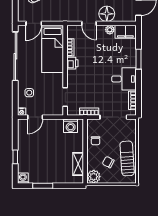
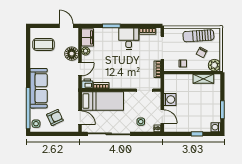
printer: (72, 63) -> (87, 84), moved
washing machine: (71, 126) -> (170, 99), moved

